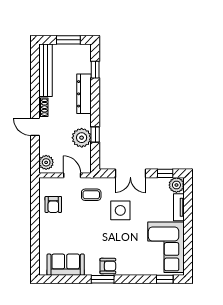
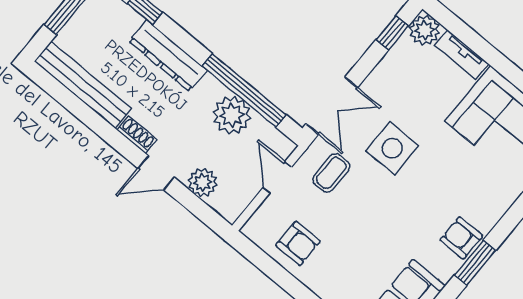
window: (95, 134) -> (244, 90), width x3.17
plant: (46, 162) -> (203, 182), moved
double door: (130, 173) -> (332, 106), moved
door: (72, 175) -> (277, 177), hinge flipped
armchair: (108, 266) -> (461, 238), turned -90

